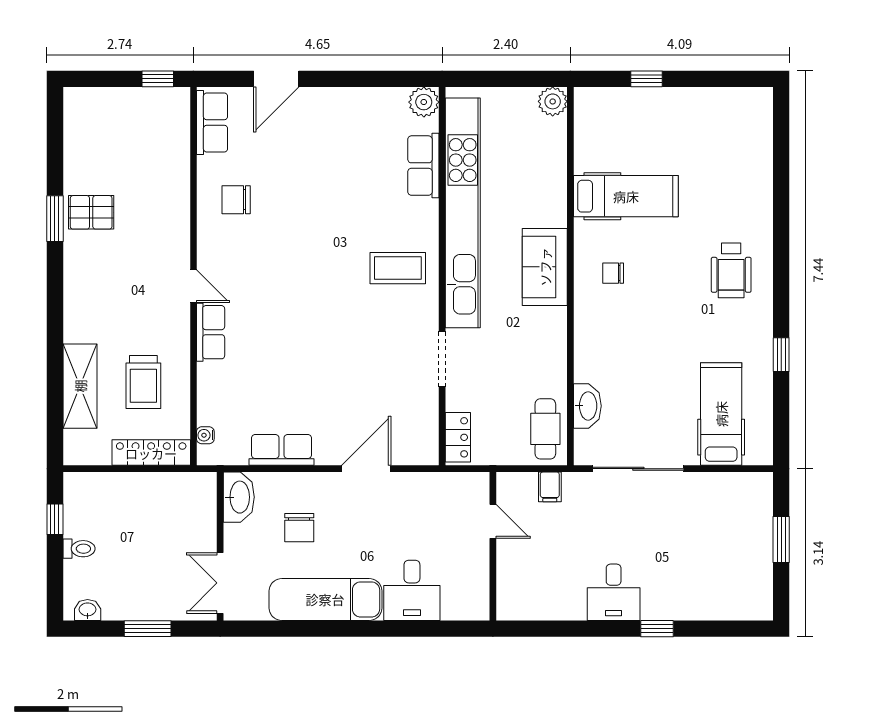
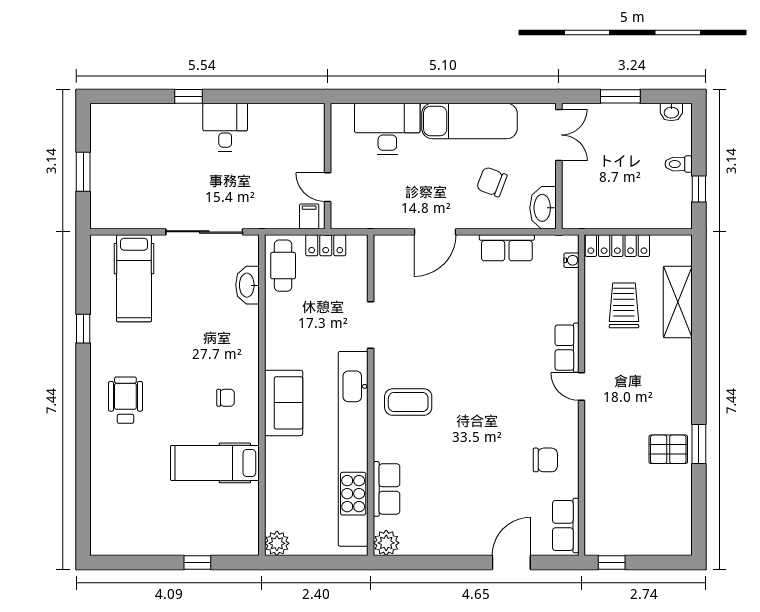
locker: (458, 437) -> (326, 245), moved, turned -90
filing cabinet: (550, 487) -> (309, 216), moved
chair: (299, 528) -> (492, 182), turned -69
desk: (412, 590) -> (387, 129), width x1.37

